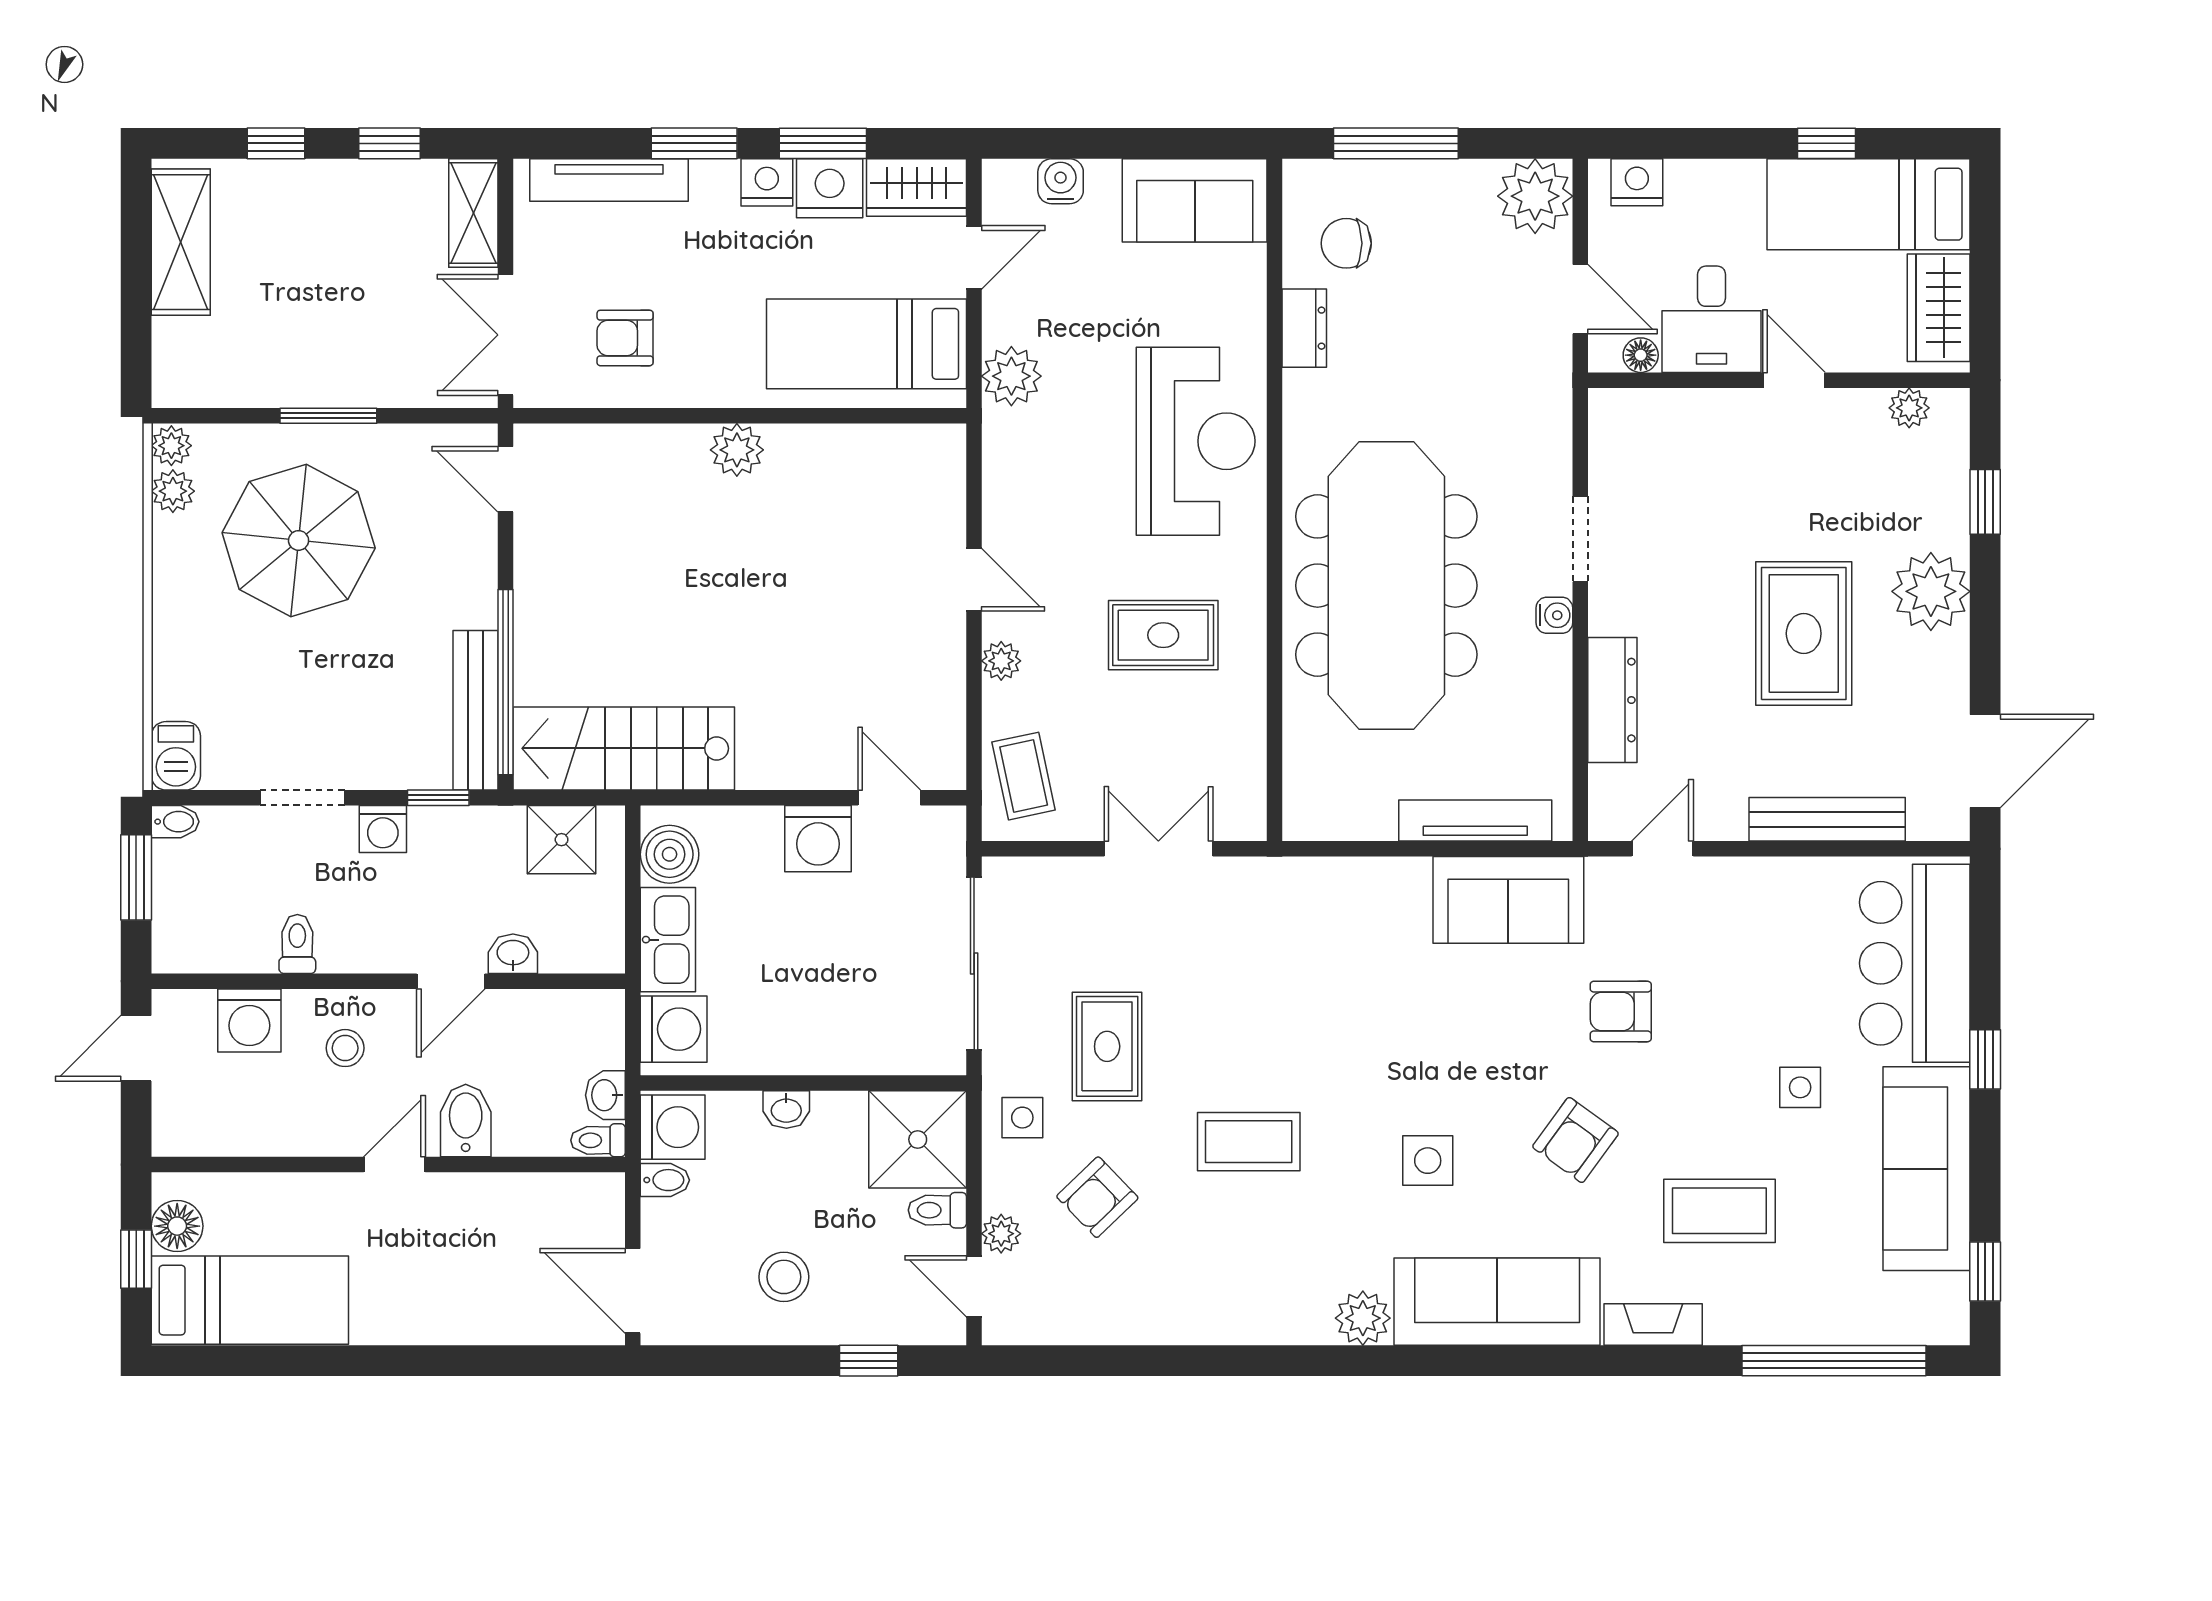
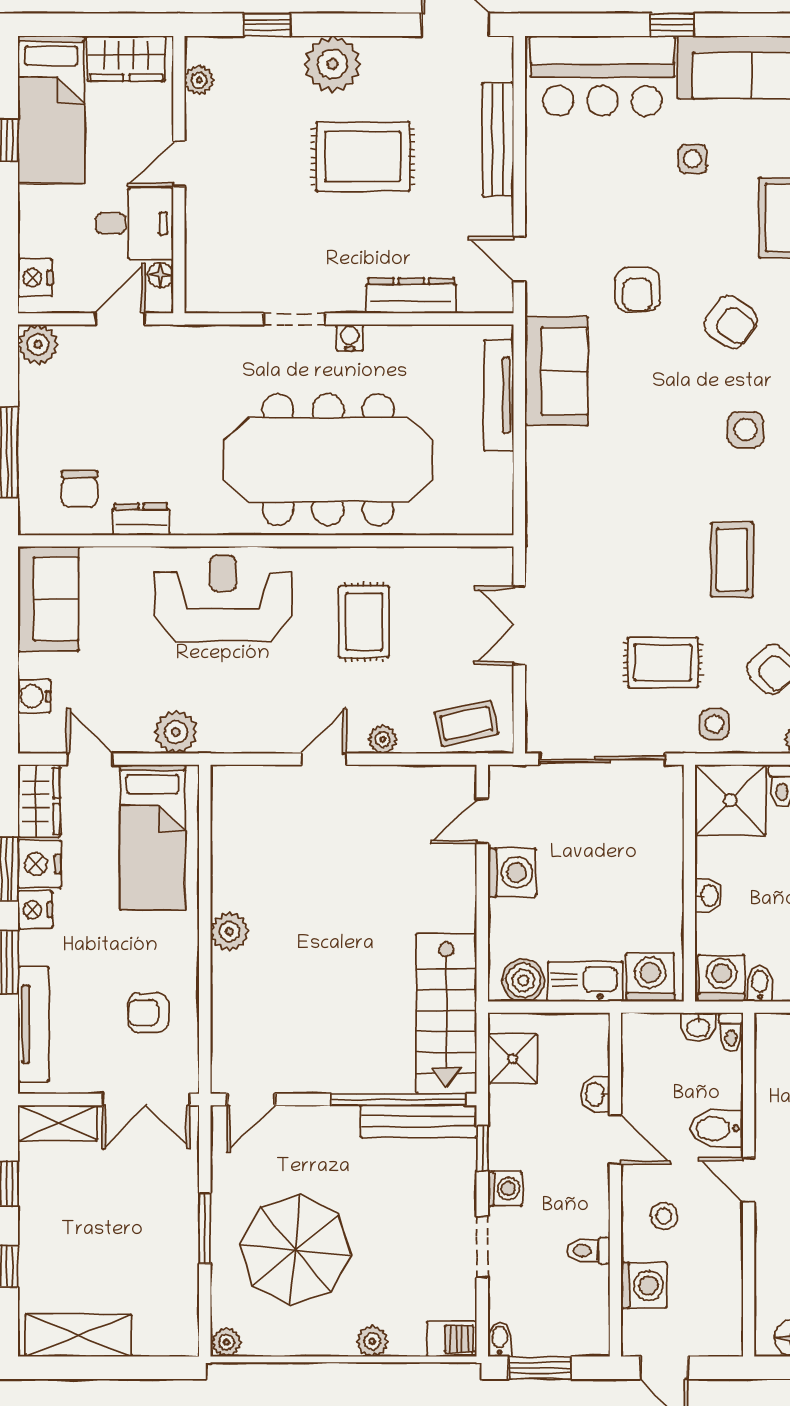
plant: (1535, 196) -> (38, 344), width x0.73, depth x0.73
armchair: (625, 338) -> (148, 1013), turned 90
plant: (173, 491) -> (372, 1341), moved

